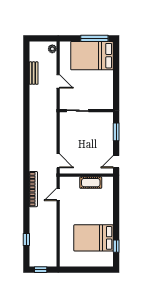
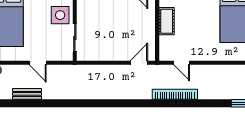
door: (58, 81) -> (38, 63), swing flipped
side table: (96, 99) -> (60, 15), added

